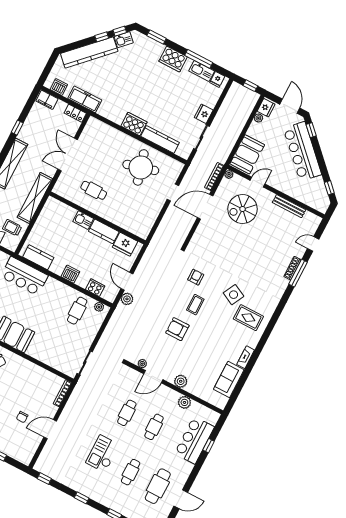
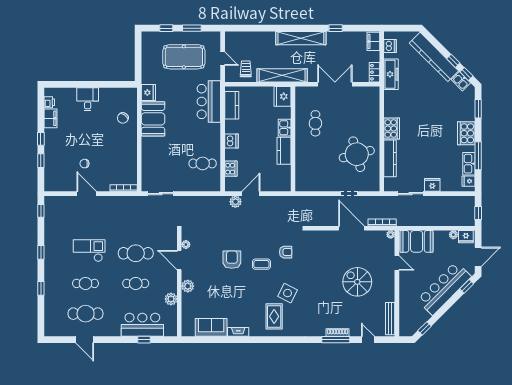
bench: (289, 206) -> (390, 319), moved
spiral stairs: (243, 209) -> (357, 282), moved
fridge: (125, 244) -> (282, 96), moved
plant: (99, 307) -> (216, 181), removed
cafe table: (127, 413) -> (136, 253), width x1.37, depth x1.35

